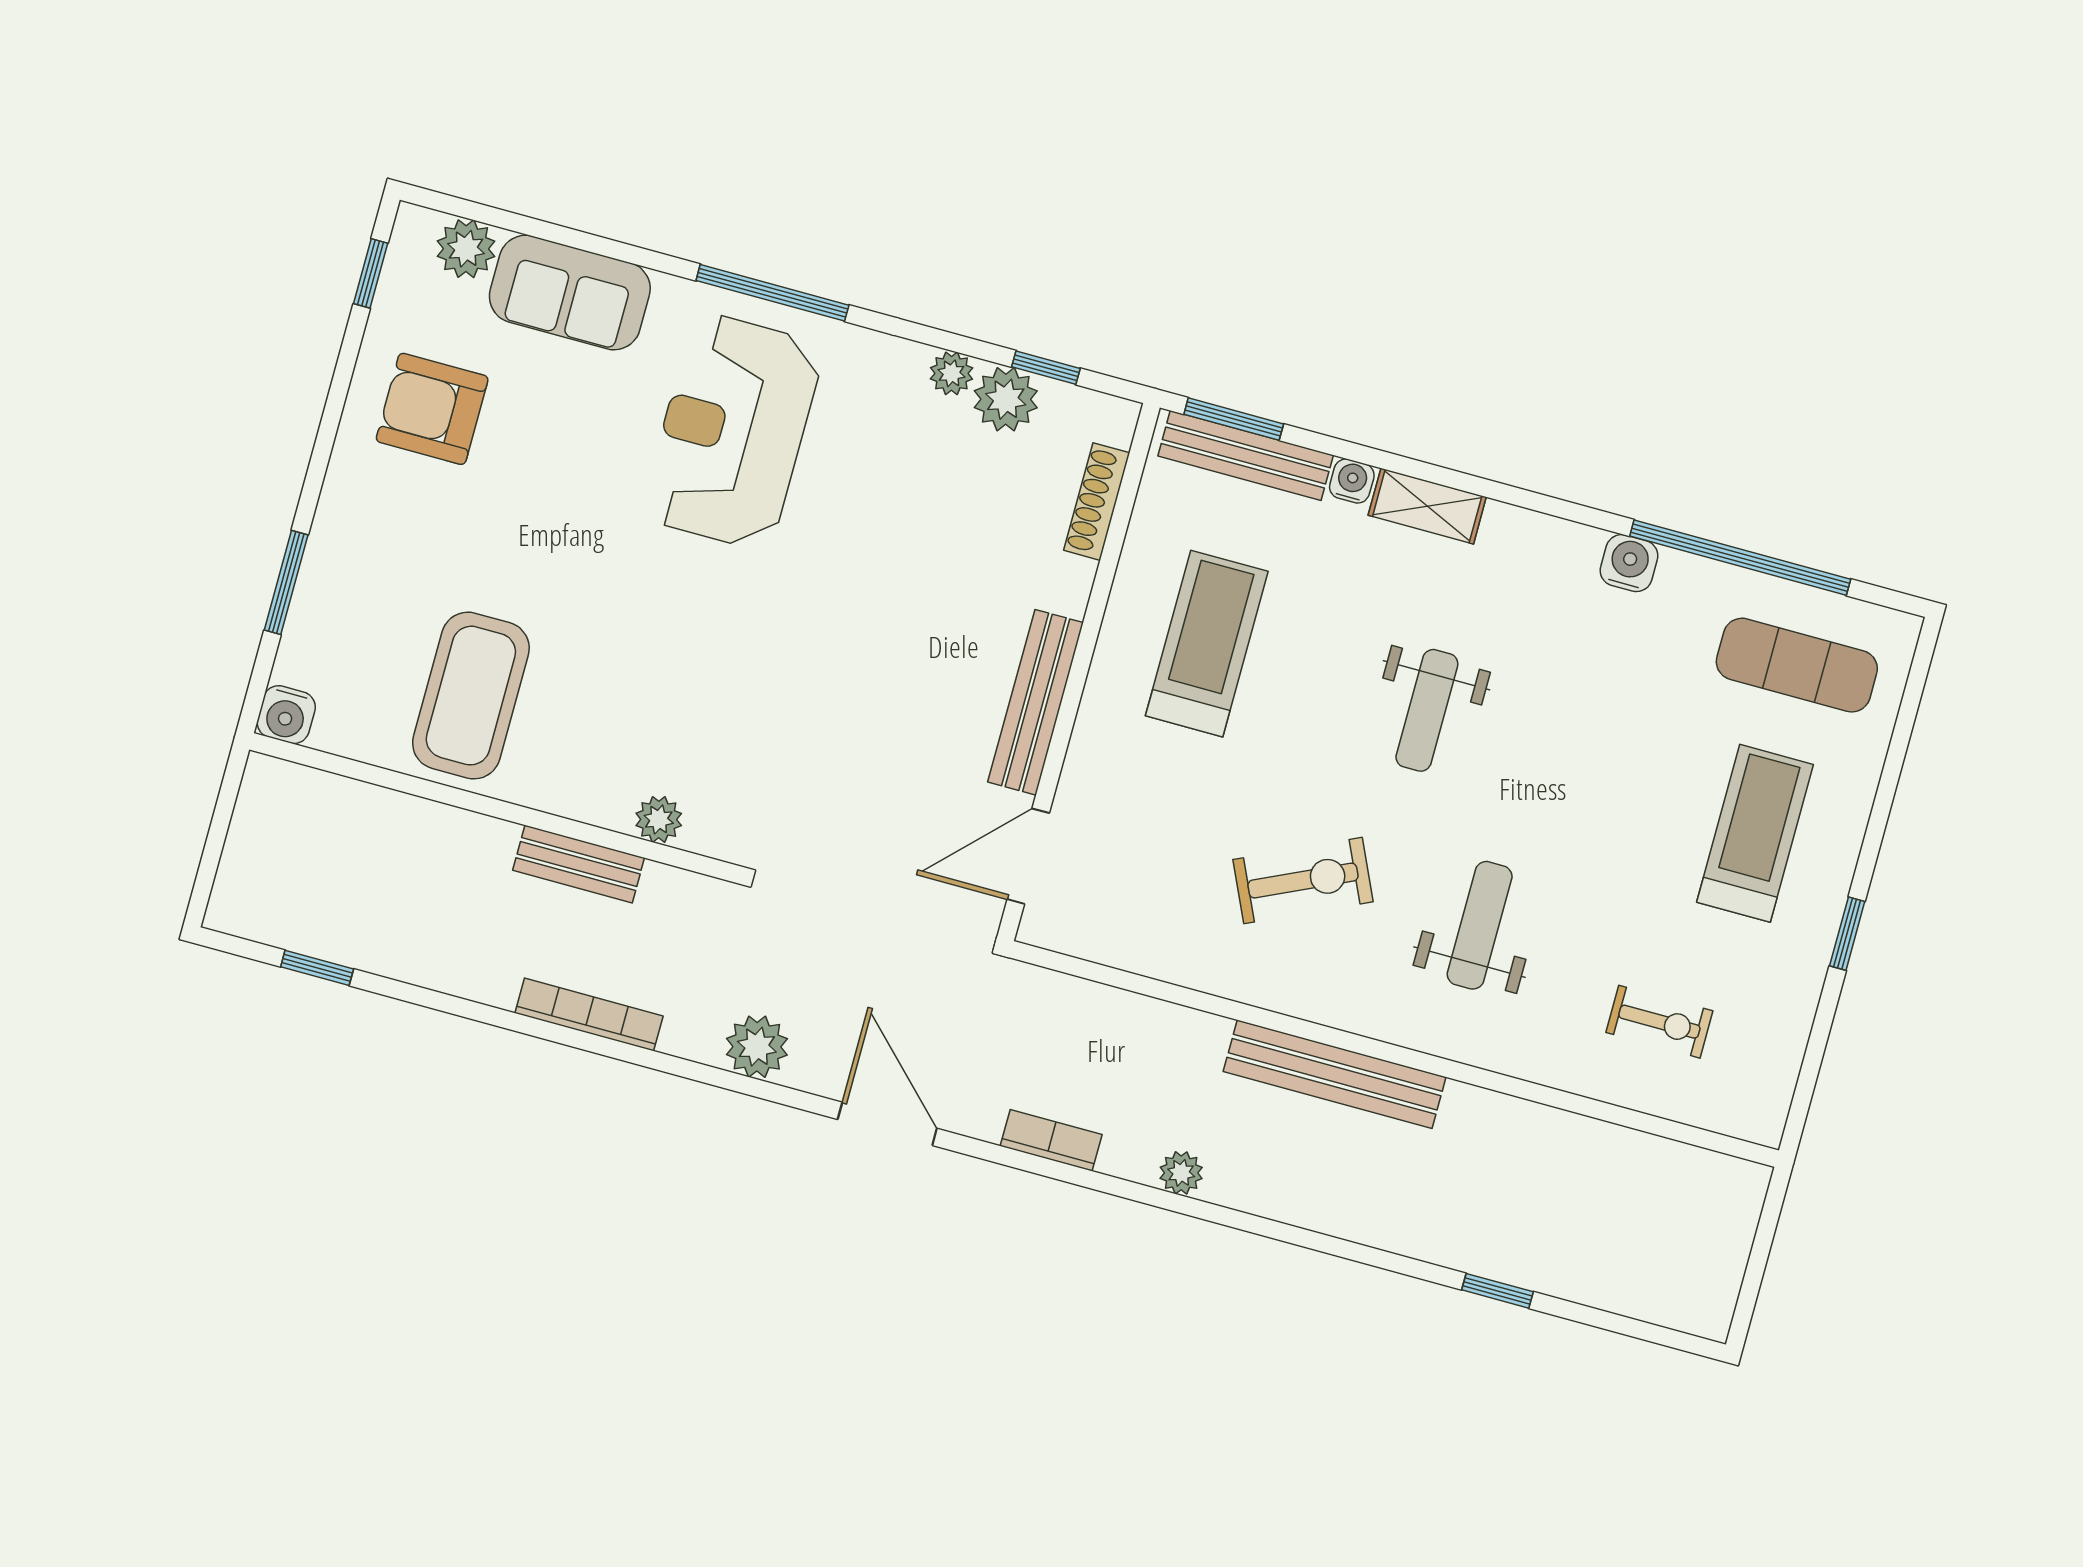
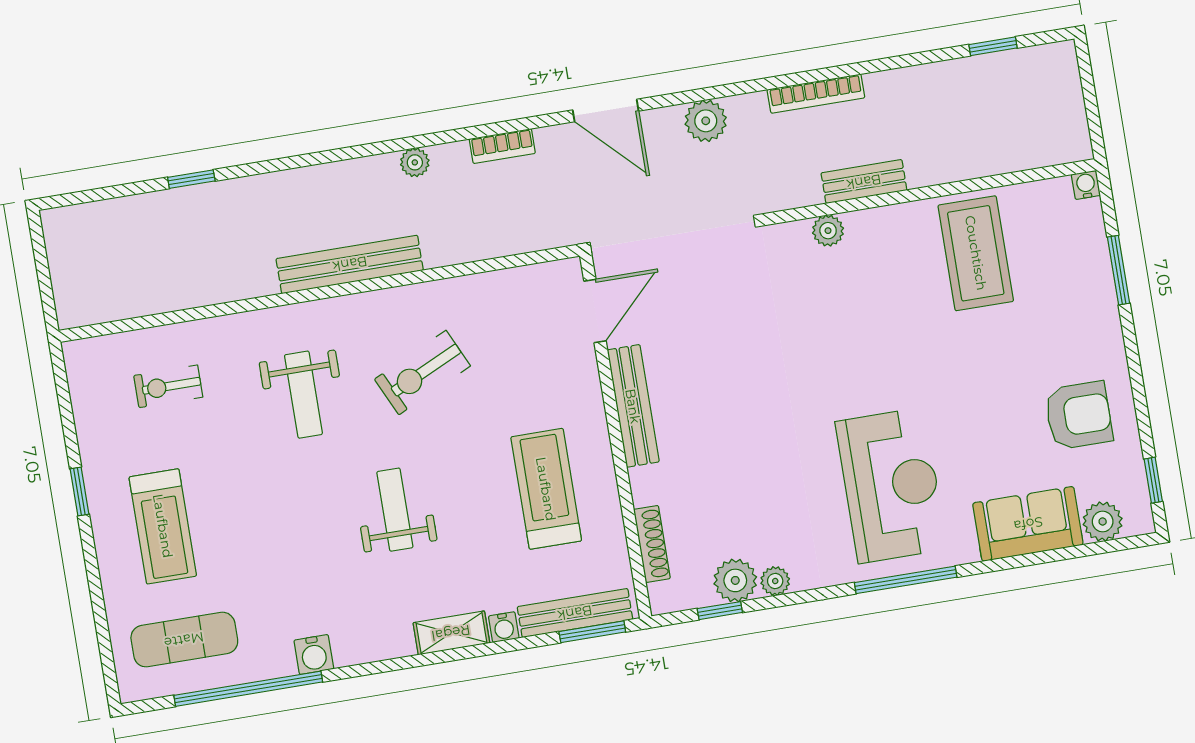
treadmill: (1207, 644) -> (546, 489), turned 180
water cooler: (286, 715) -> (1086, 185), width x0.72, depth x0.72

